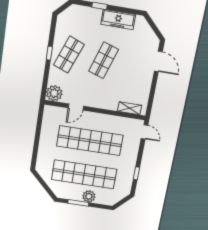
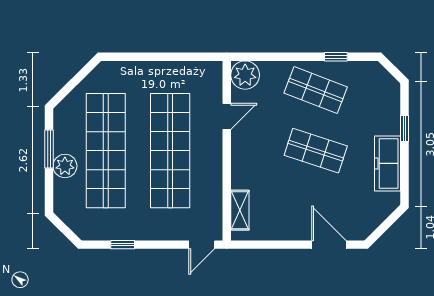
window: (49, 53) -> (336, 57), moved
door: (158, 61) -> (329, 245), swing flipped
door: (76, 107) -> (227, 116), swing flipped

